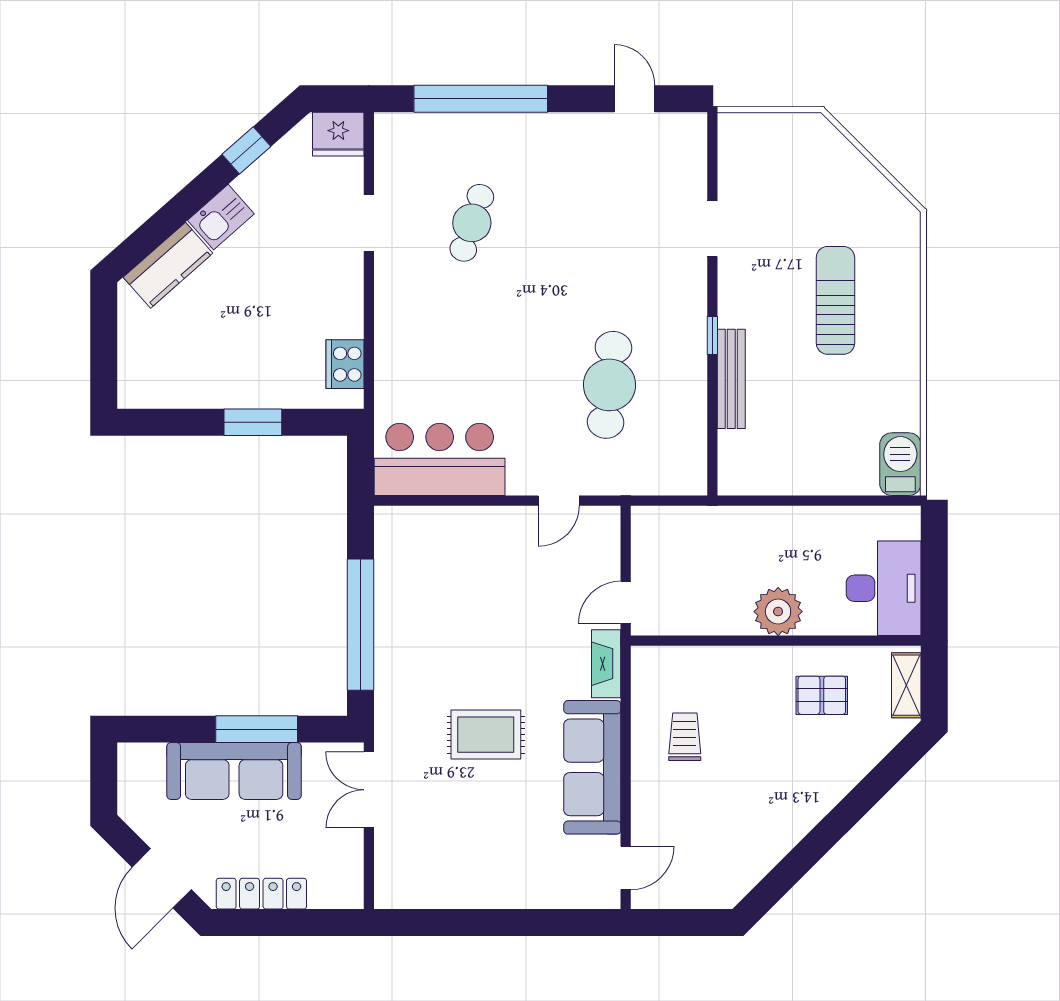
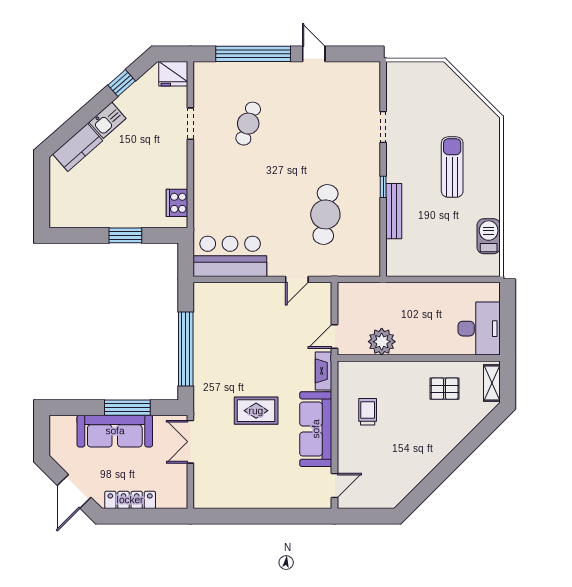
door: (635, 99) -> (314, 54), moved
barbecue: (900, 464) -> (489, 236), moved
plant: (778, 612) -> (382, 342), moved

